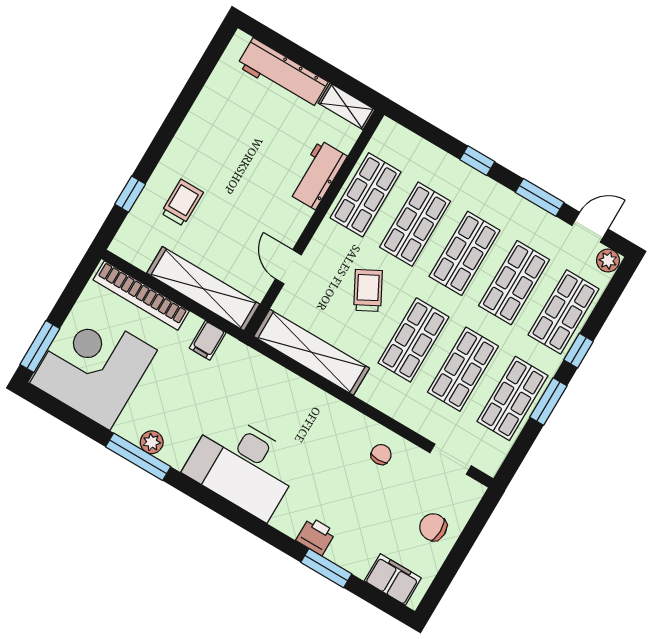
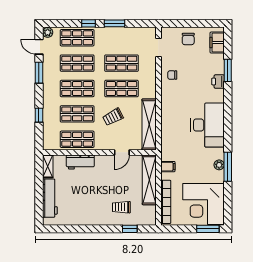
window: (477, 161) -> (39, 115), moved
shop shelf: (512, 398) -> (121, 38), removed

